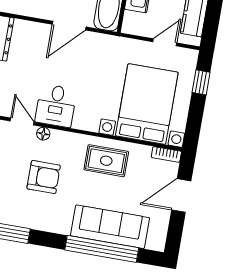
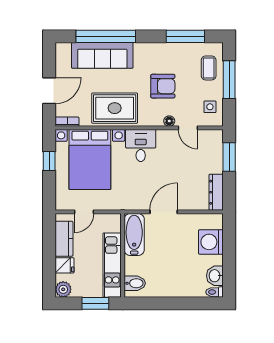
window: (201, 82) -> (49, 161), moved
desk: (56, 106) -> (141, 145), moved
rug: (106, 161) -> (115, 108), width x1.36, depth x1.43
armchair: (44, 177) -> (163, 86), turned 180

